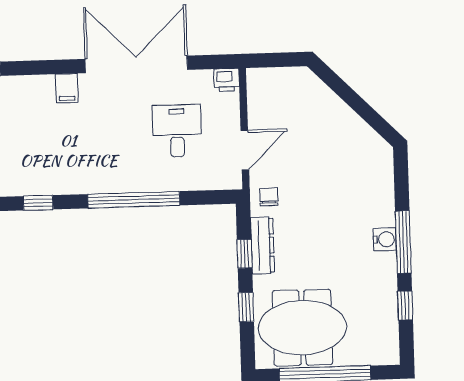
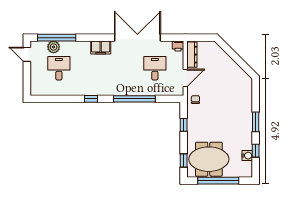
filing cabinet: (67, 88) -> (101, 47), width x2.00
water cooler: (385, 239) -> (247, 156), moved
window: (403, 242) -> (256, 122), width x0.69
dresser: (263, 245) -> (192, 55), moved
window: (246, 307) -> (184, 160), moved

